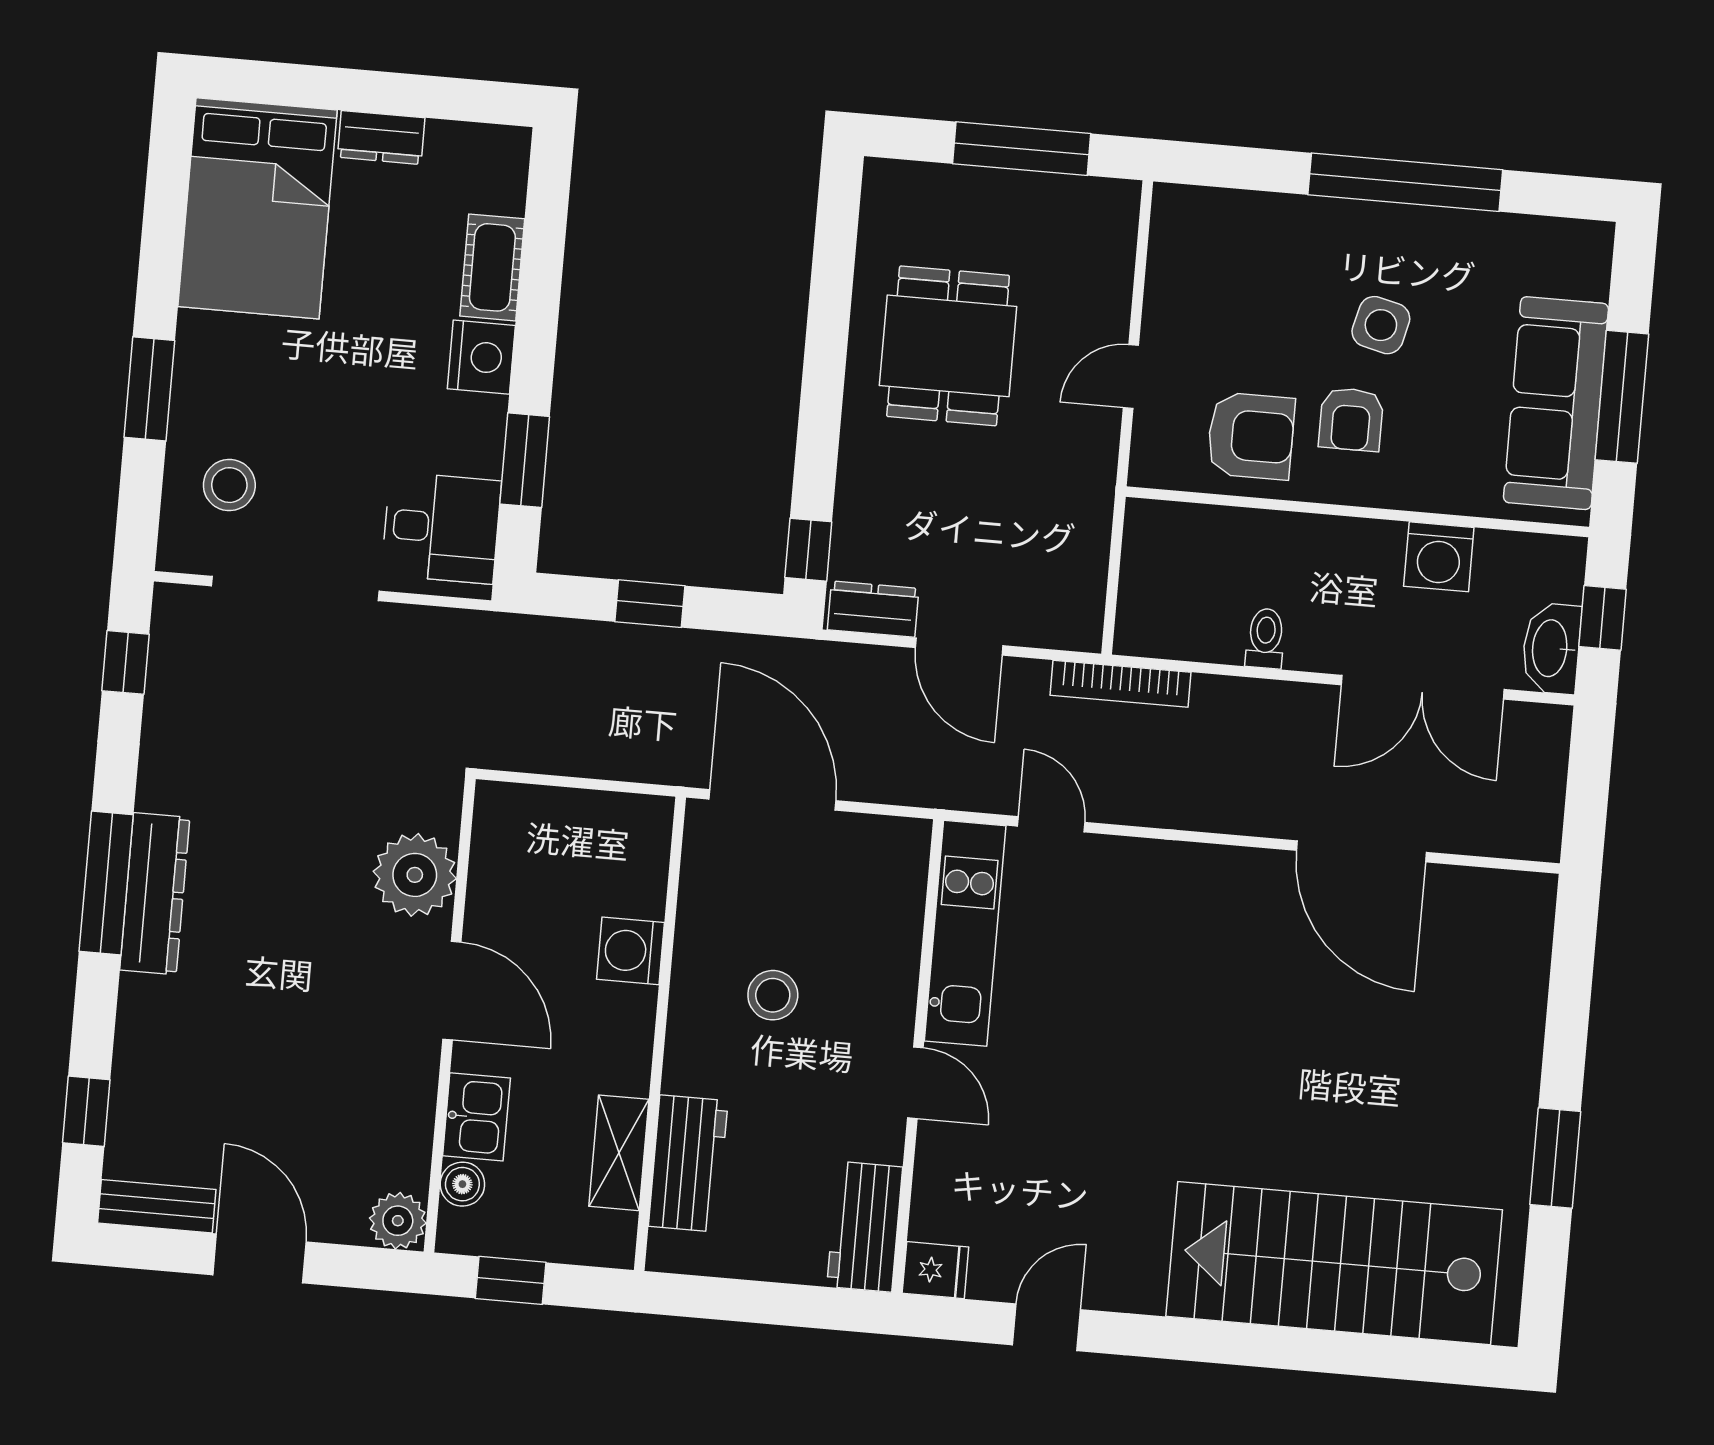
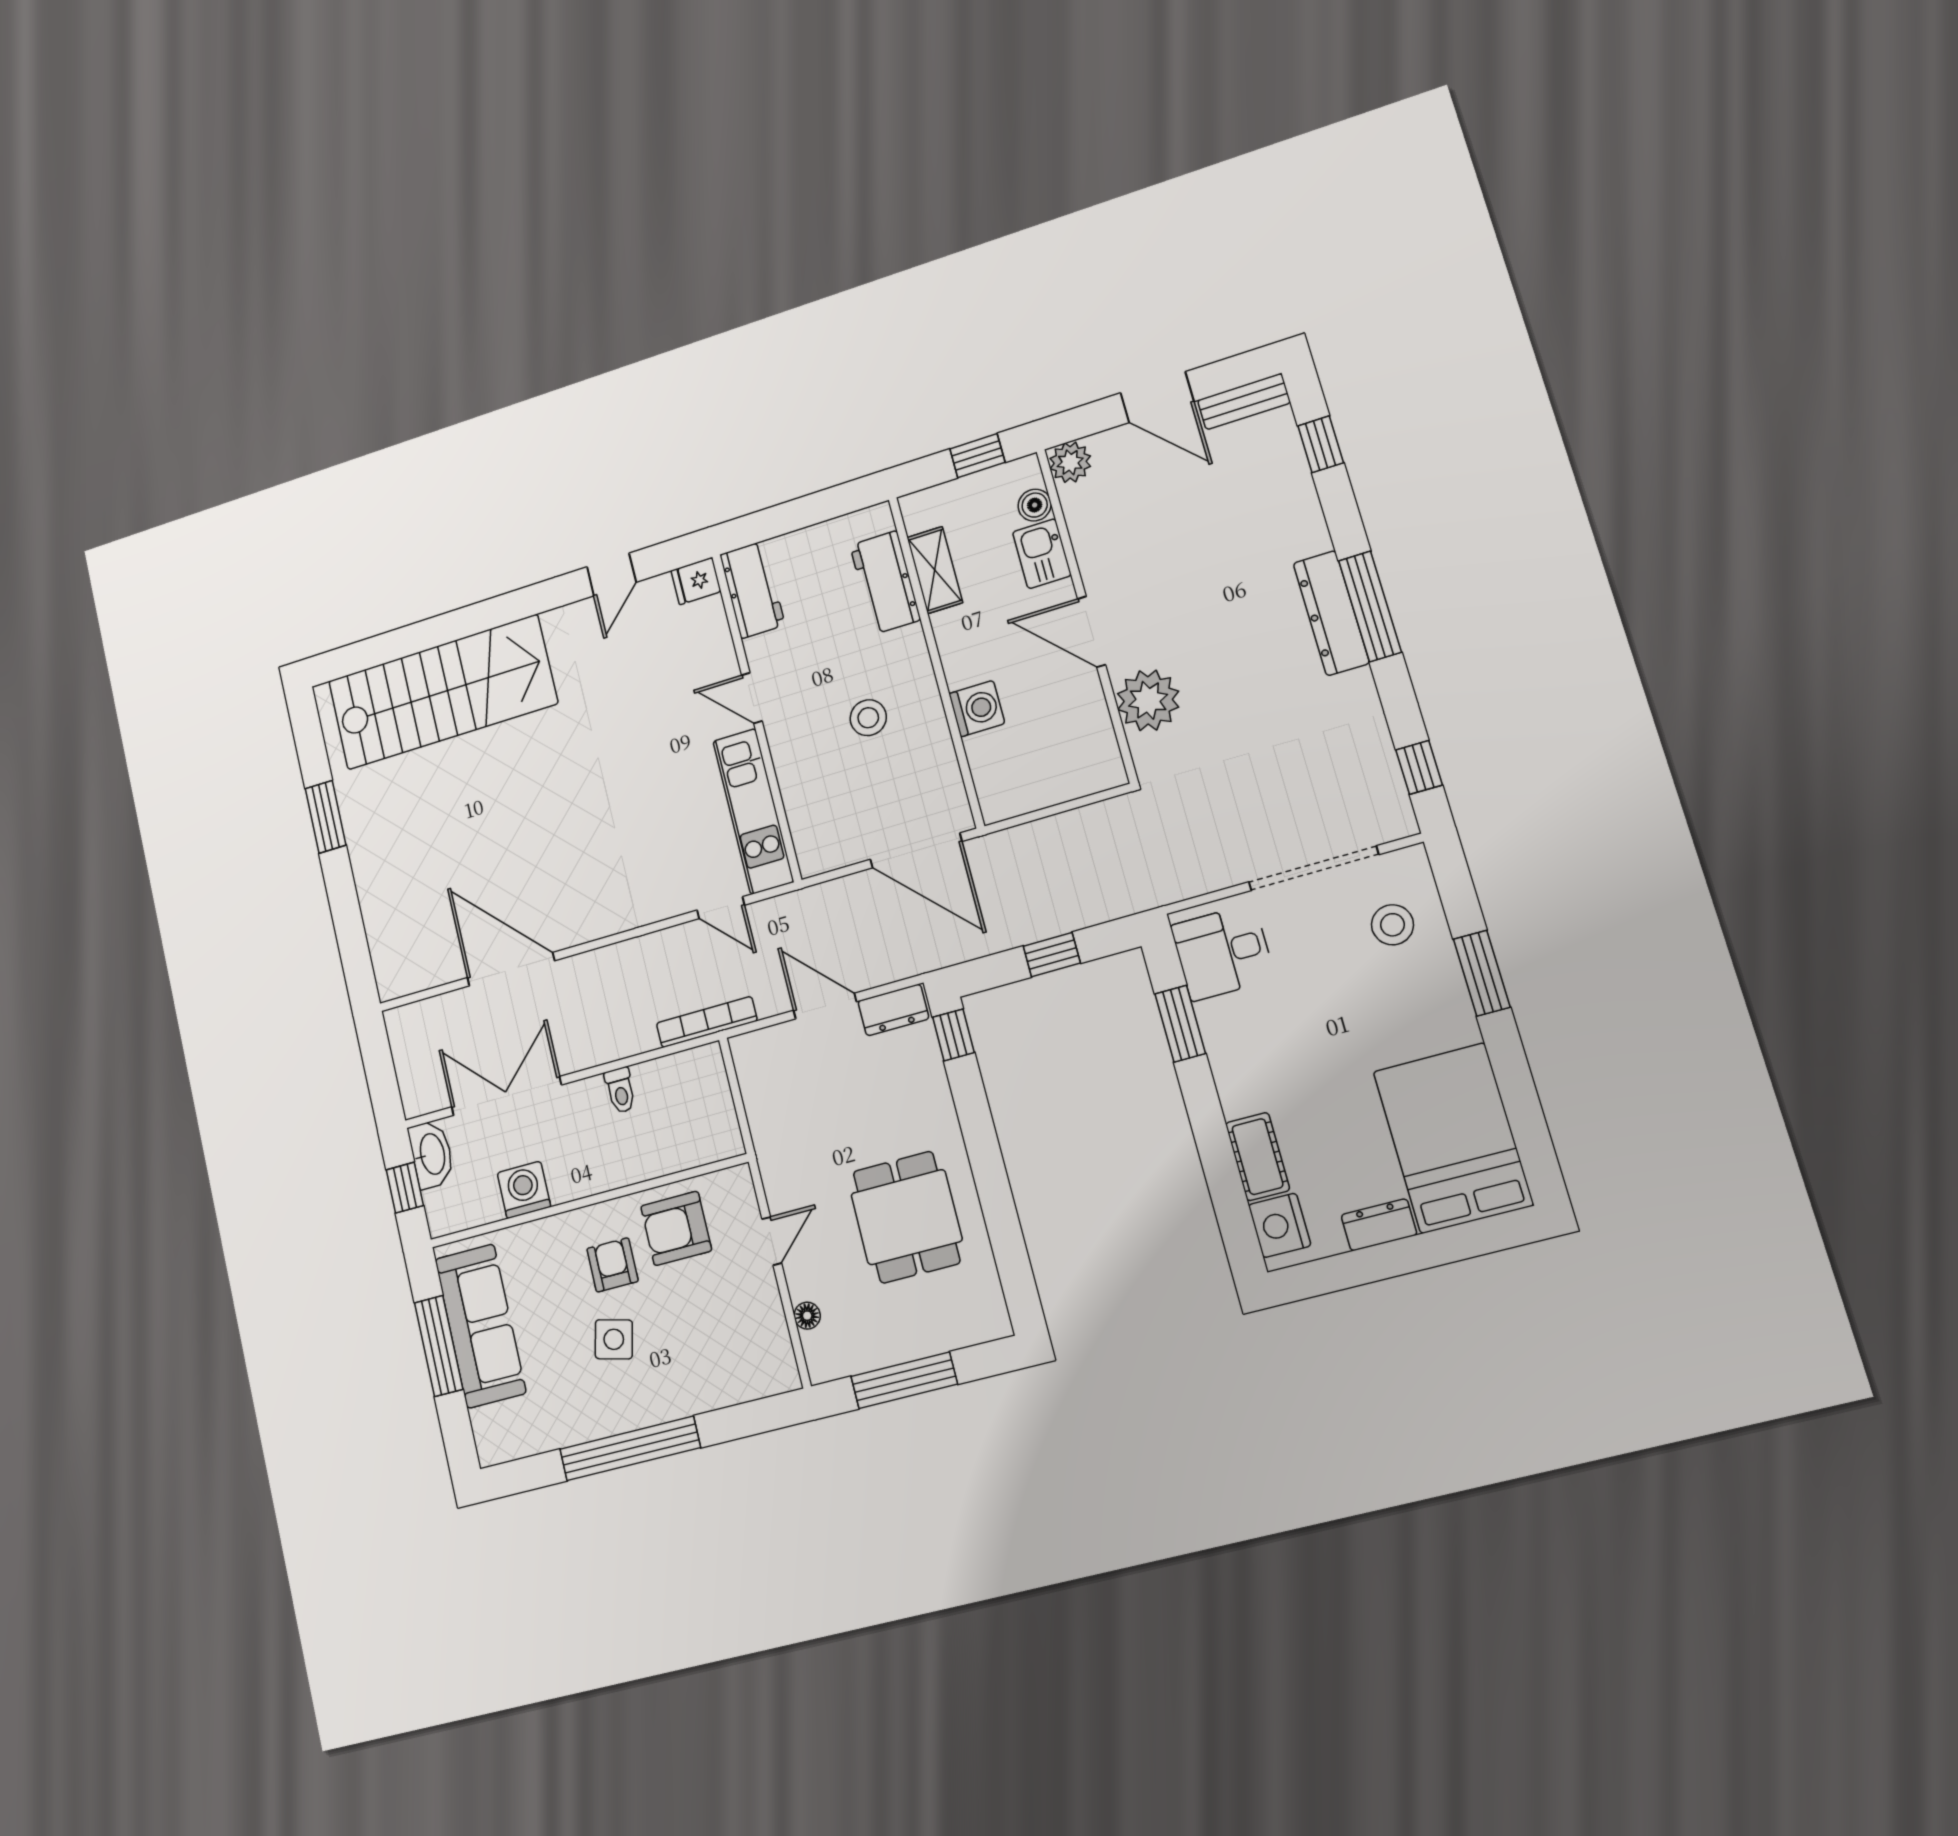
floor lamp: (1117, 269) -> (807, 1316), added
nightstand: (481, 357) -> (1280, 1225), moved

